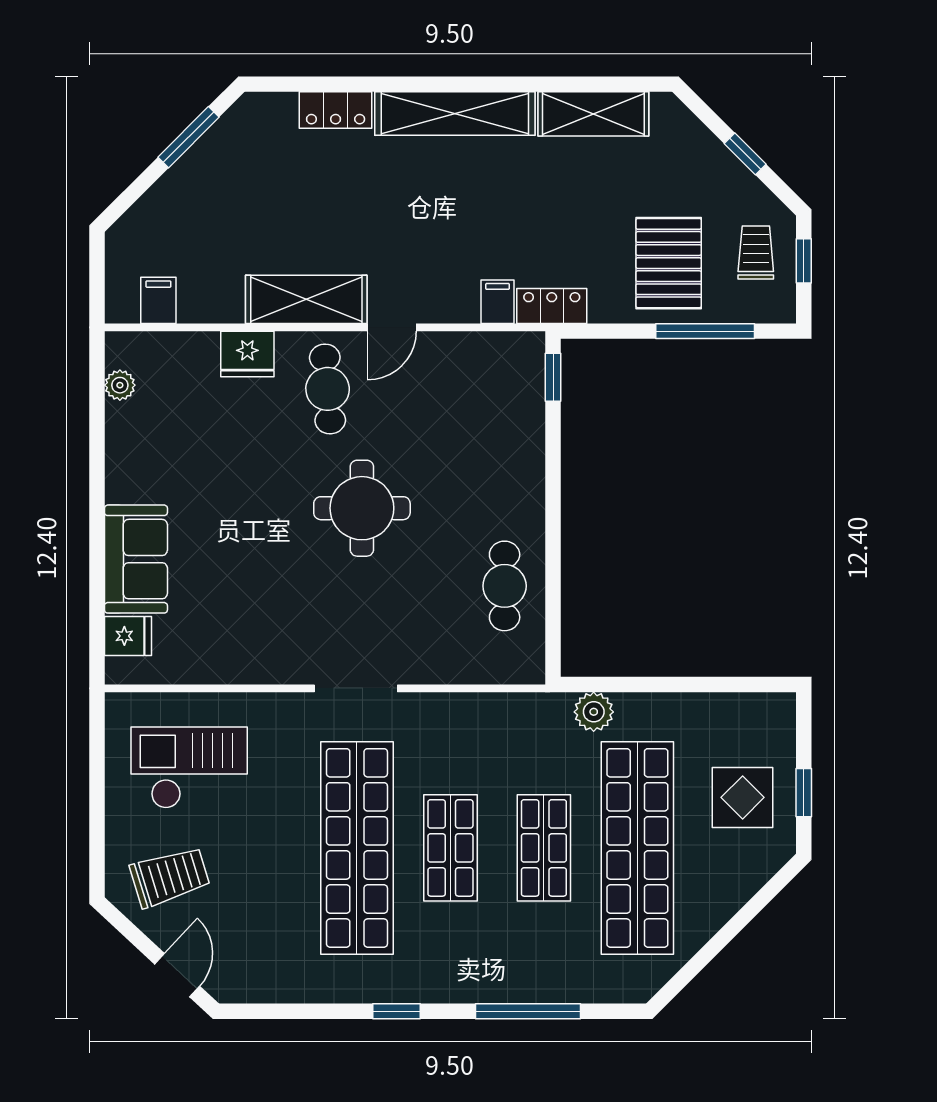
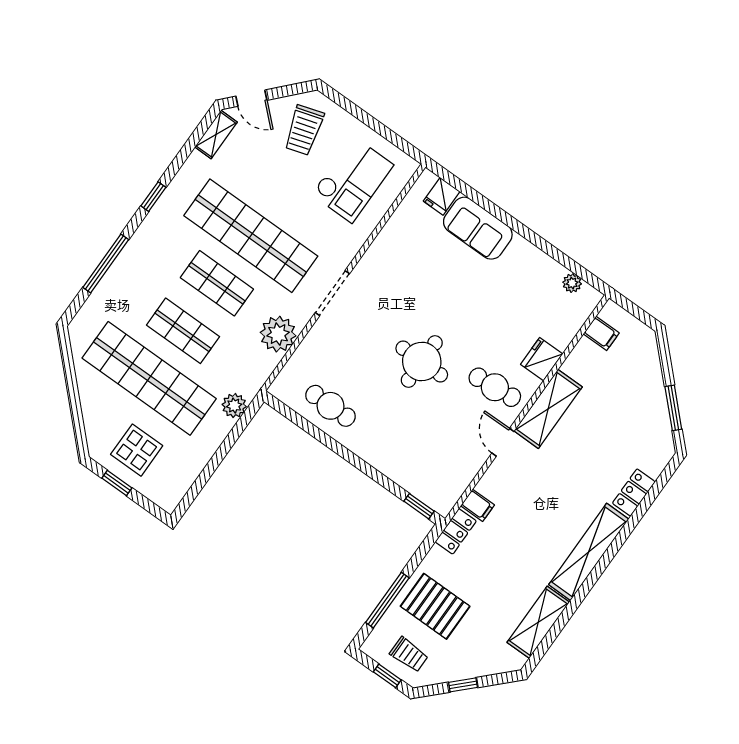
plant: (460, 721) -> (278, 334), added
shelving: (257, 987) -> (216, 135), added

